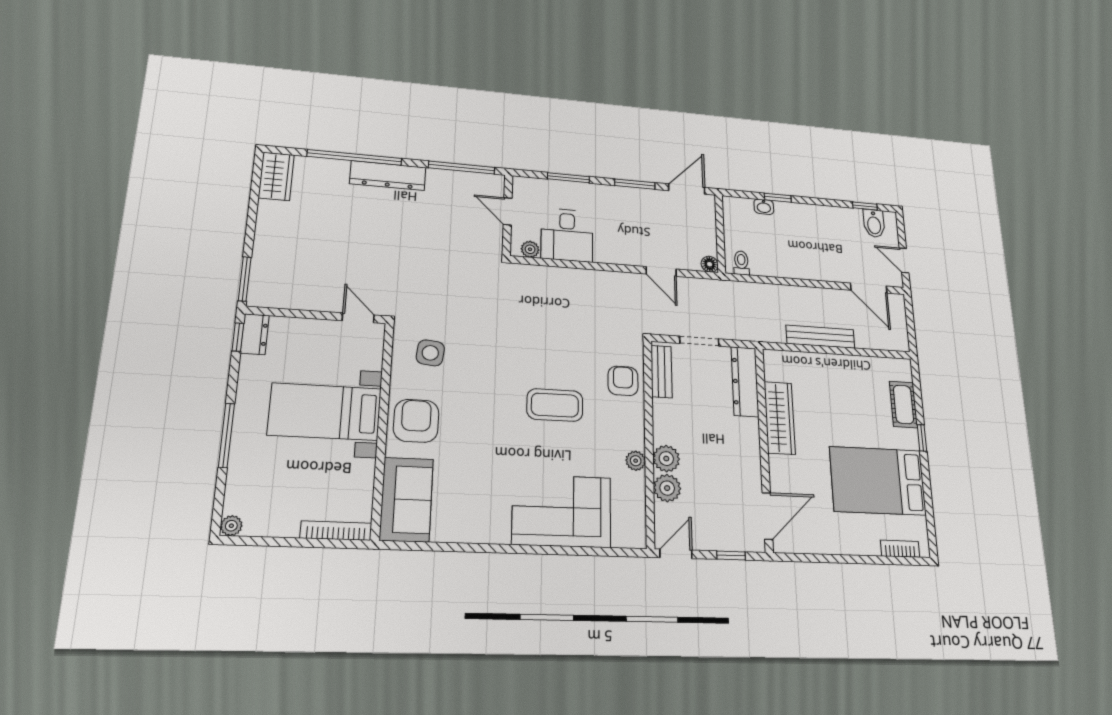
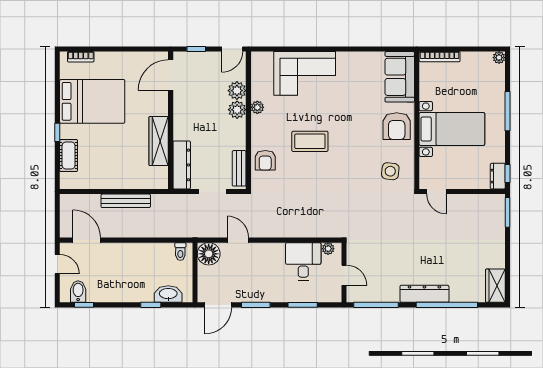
washbasin: (764, 207) -> (168, 294), width x1.91, depth x1.45
floor lamp: (710, 264) -> (209, 254), width x1.89, depth x1.89

